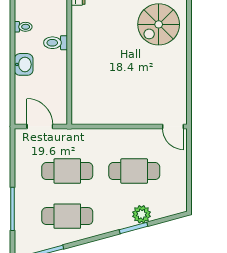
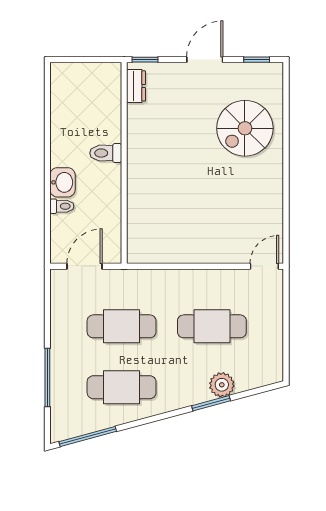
toilet: (23, 27) -> (62, 206), moved
door: (40, 127) -> (84, 266), hinge flipped
door: (173, 127) -> (264, 266), swing flipped

